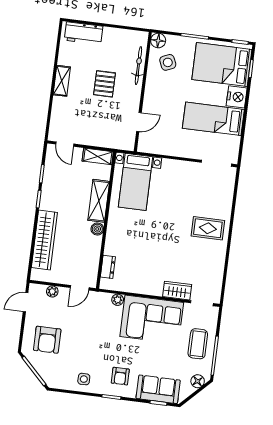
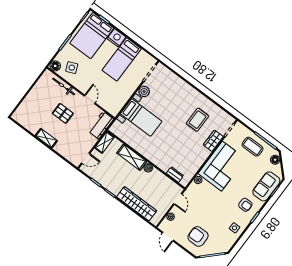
workbench: (84, 33) -> (101, 125), moved, turned 180
door: (139, 122) -> (90, 99), moved
plant: (189, 170) -> (144, 92), added
bed with nightstands: (136, 182) -> (141, 117), moved
rug: (208, 228) -> (198, 120), moved
armchair: (47, 340) -> (198, 236), turned 180

